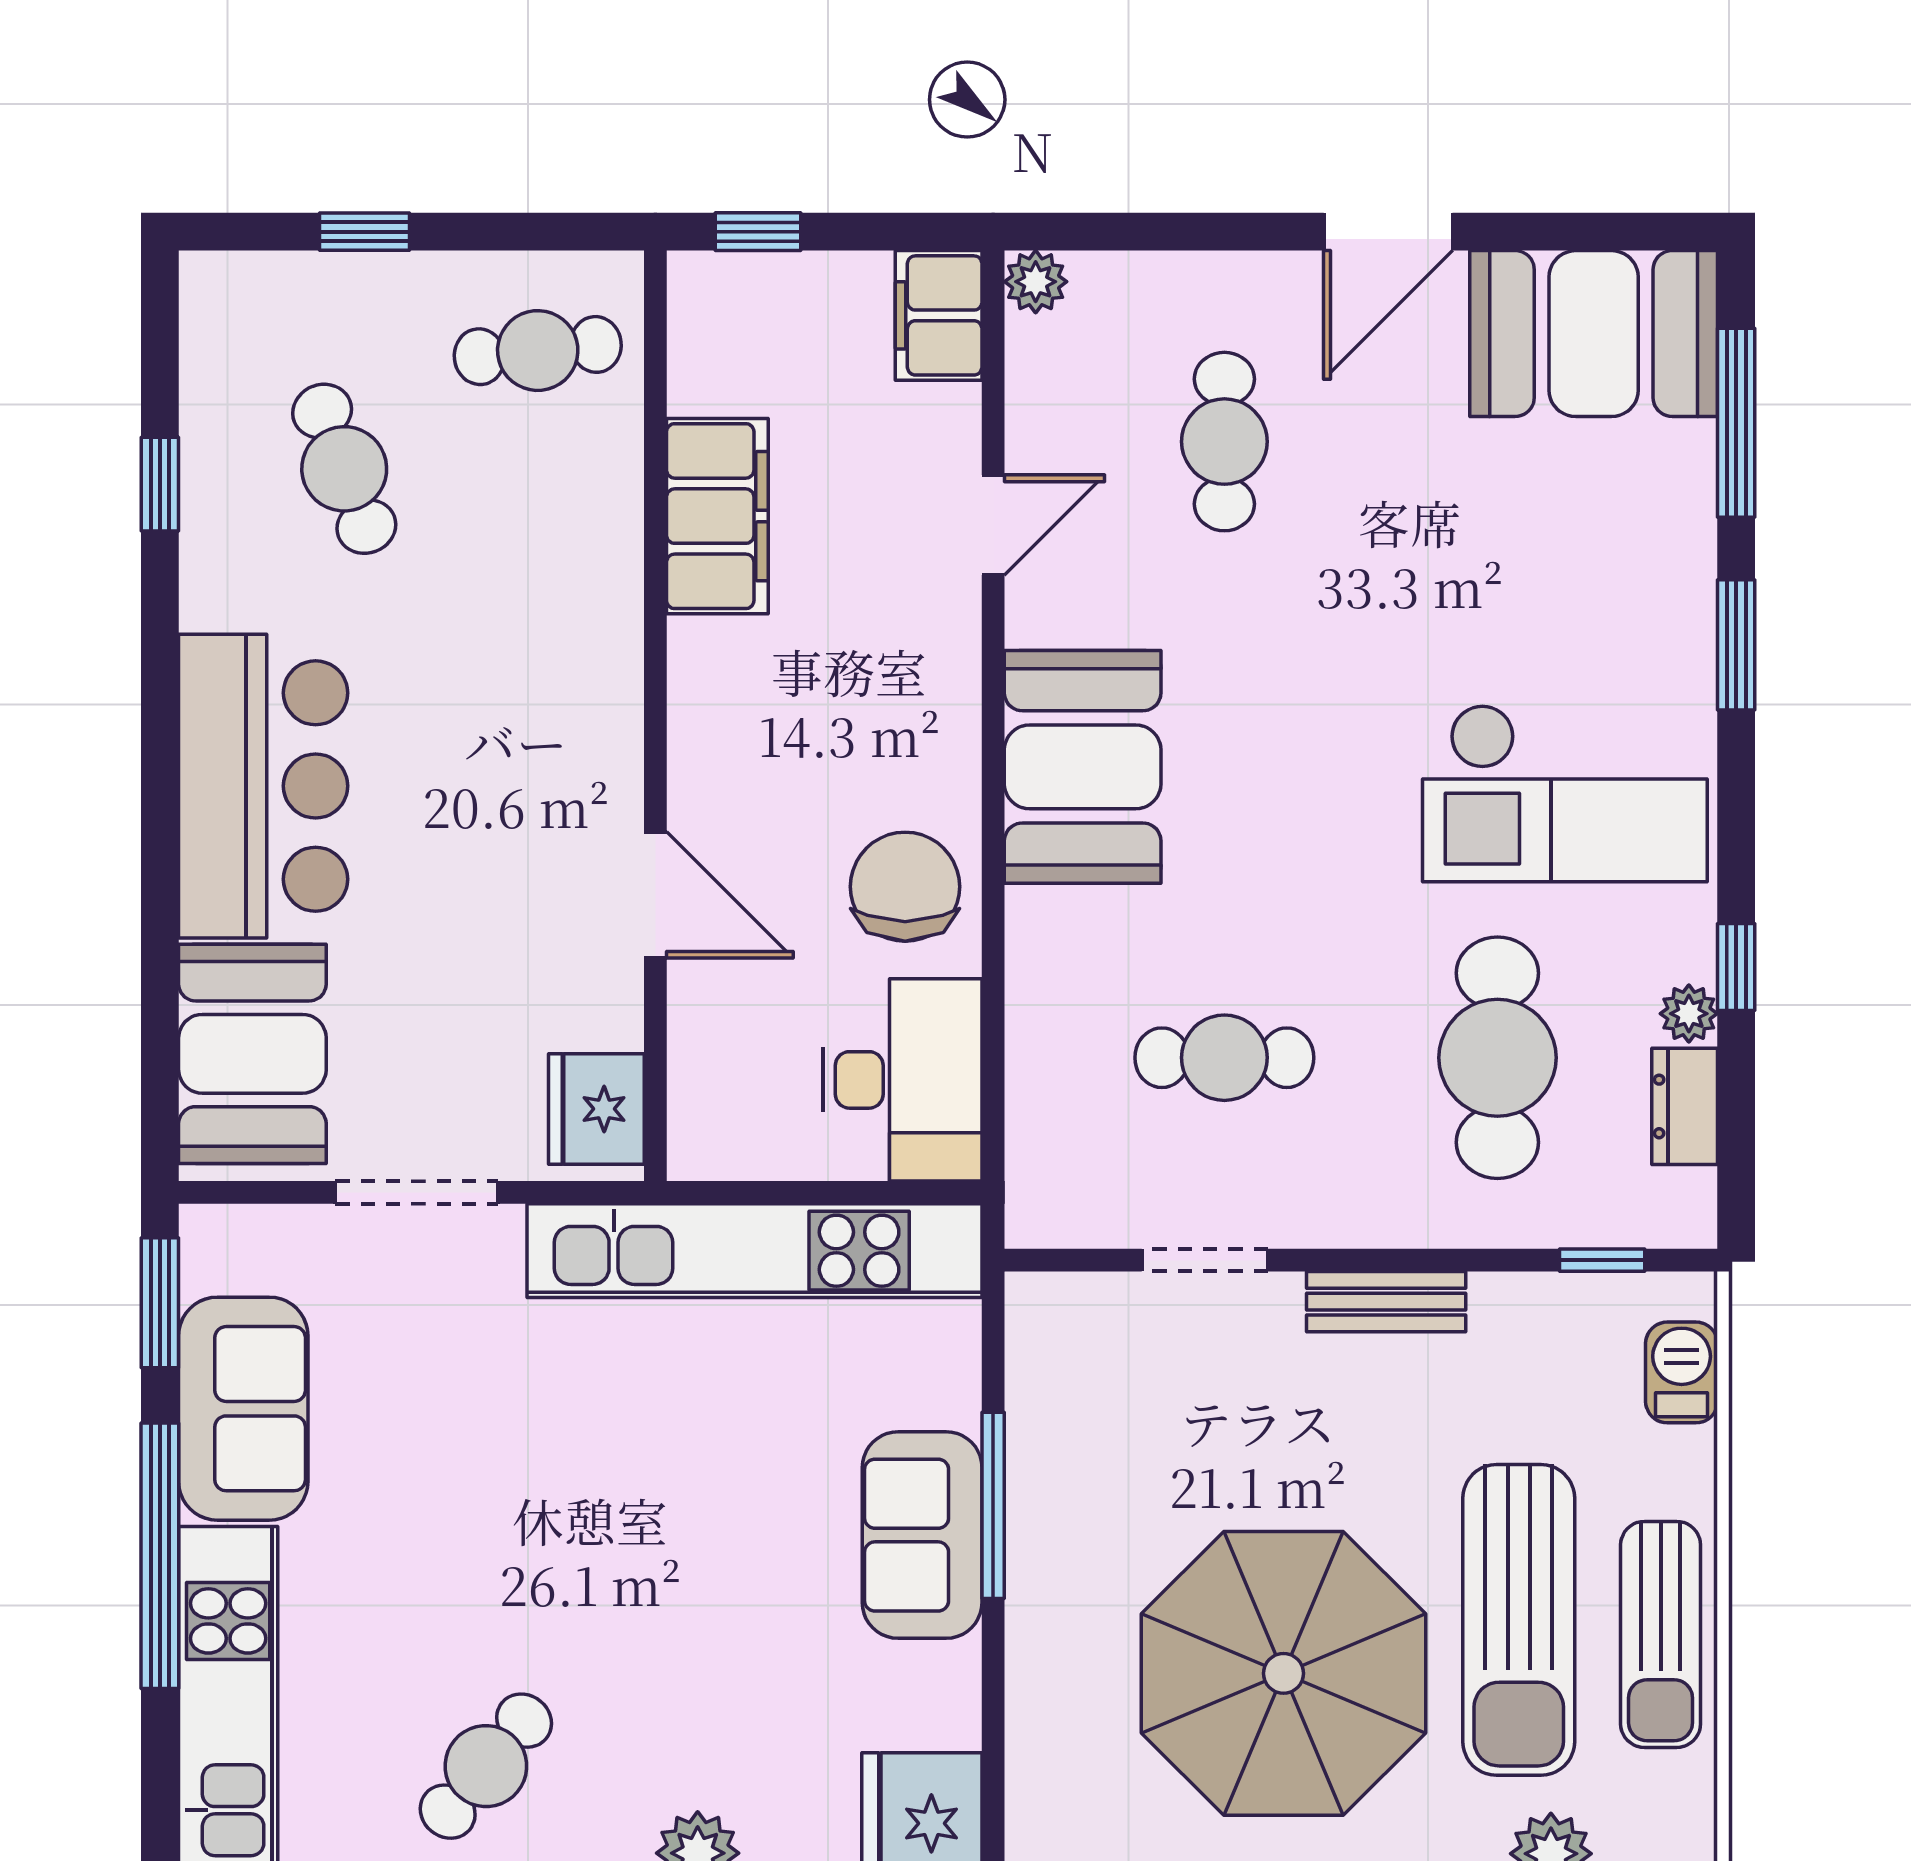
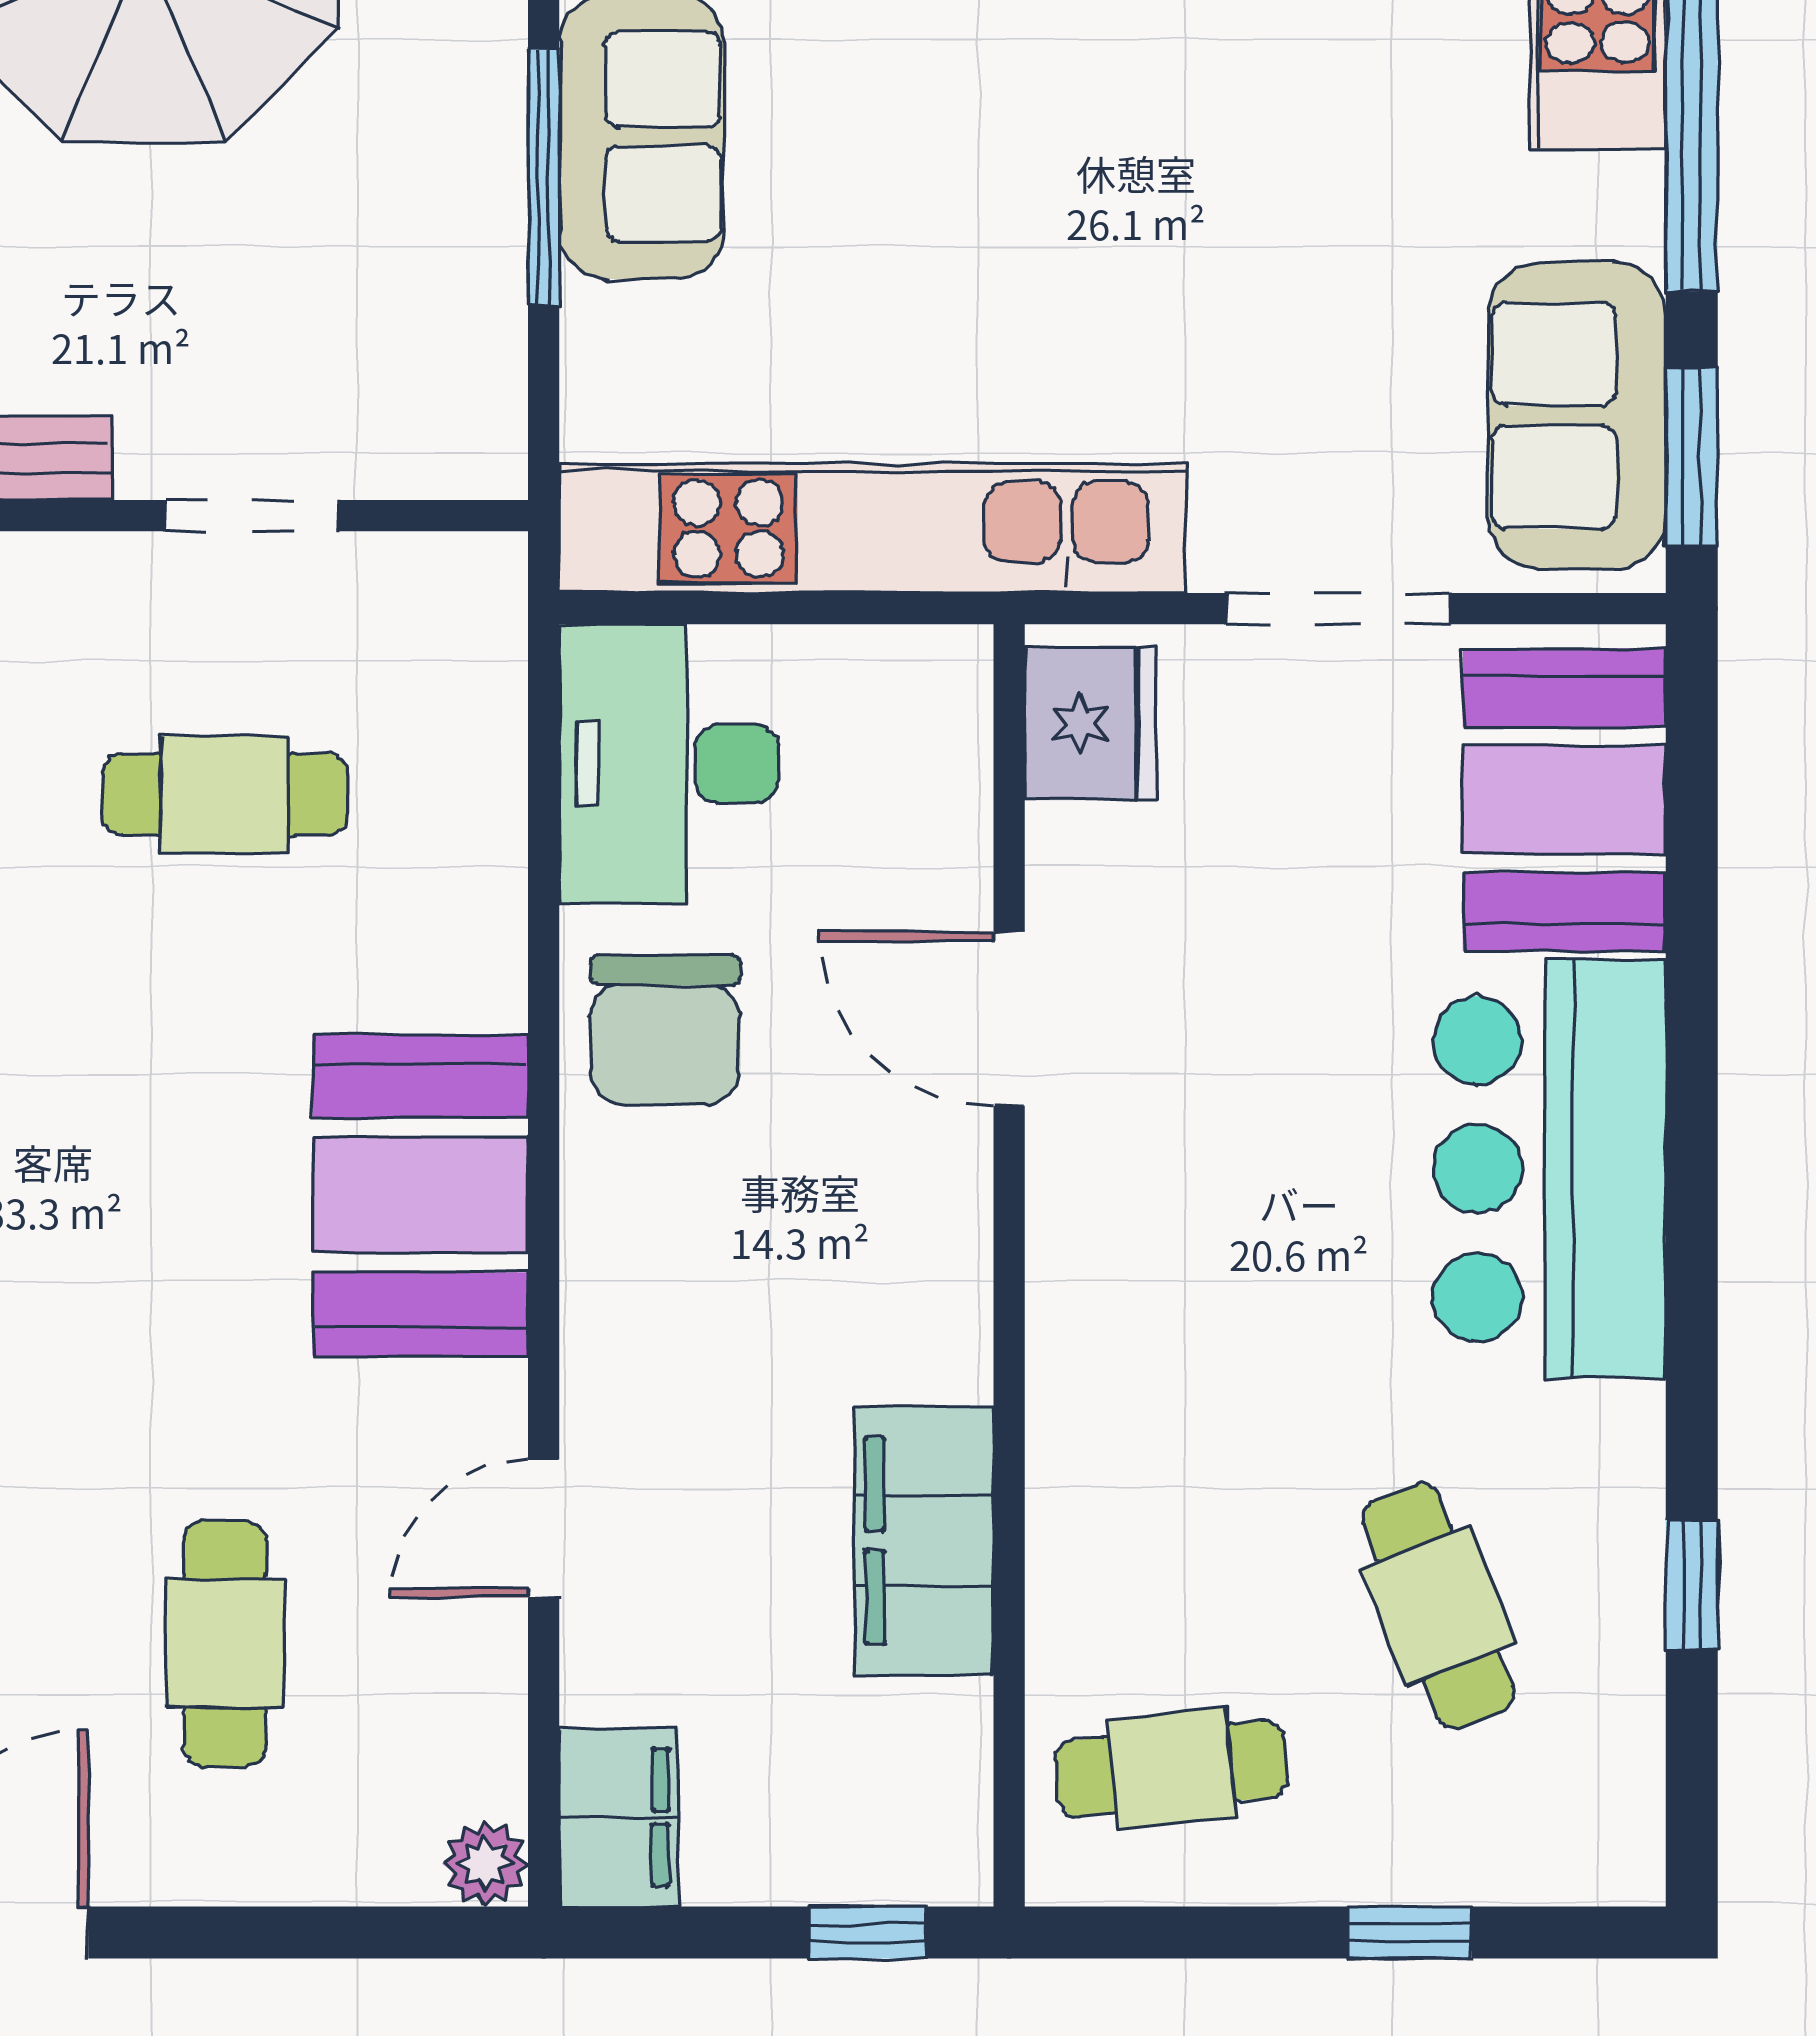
sofa: (243, 1409) -> (1577, 416), moved

